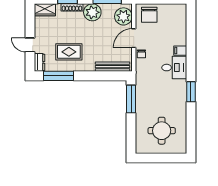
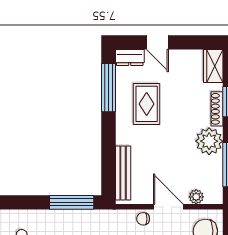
plant: (123, 16) -> (196, 197), width x0.53, depth x0.53
door: (30, 45) -> (157, 42), swing flipped

